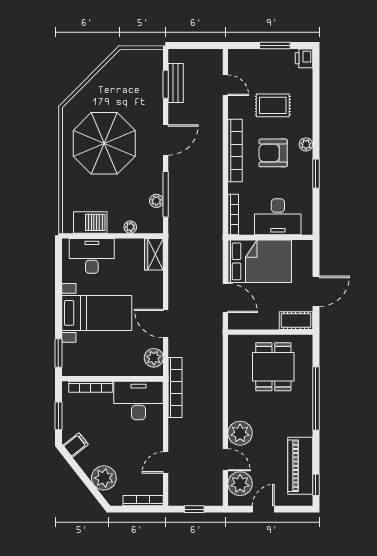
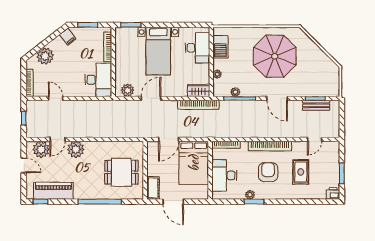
plant: (306, 144) -> (250, 195), moved
bookcase: (175, 388) -> (198, 105), moved

